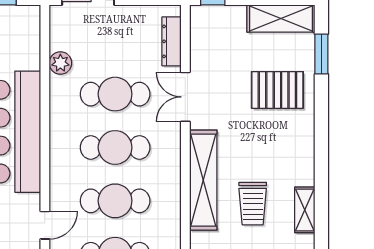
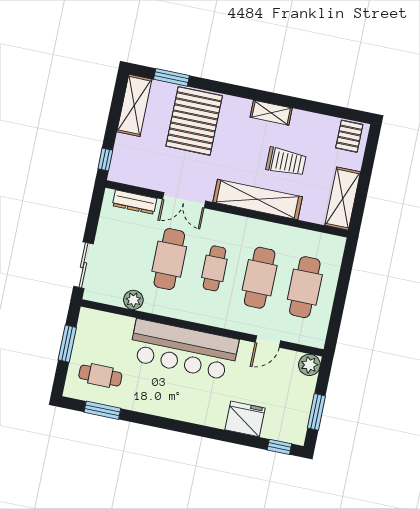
pallet: (277, 90) -> (194, 121), width x1.37, depth x1.41
cafe table: (115, 147) -> (214, 268), width x0.73, depth x0.74
shelving: (305, 210) -> (271, 113), moved
door: (45, 225) -> (268, 341), swing flipped

